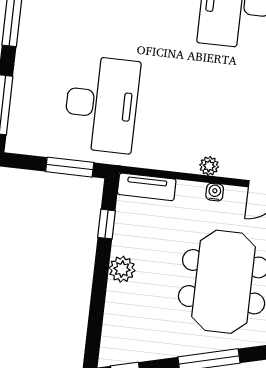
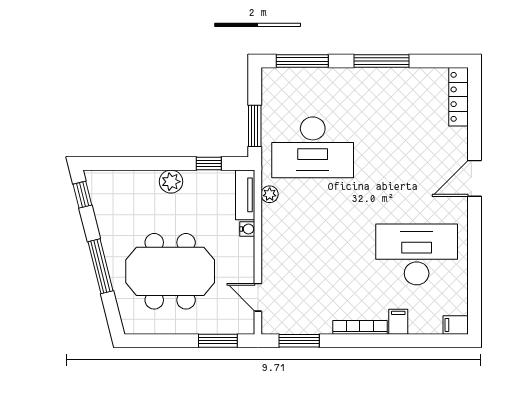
plant: (209, 166) -> (270, 194), moved
water cooler: (215, 192) -> (247, 229), moved

